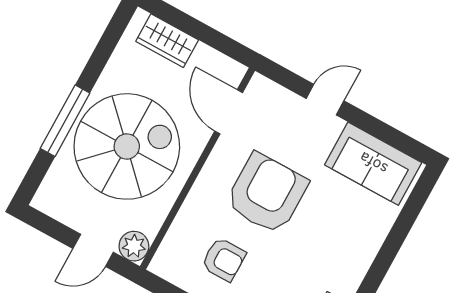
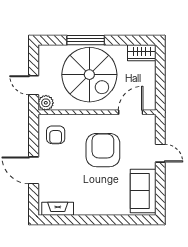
wardrobe: (167, 41) -> (142, 53), moved, turned -90
armchair: (267, 193) -> (103, 150), turned -90
armchair: (224, 259) -> (56, 135), moved

